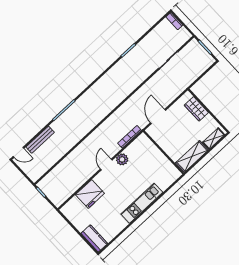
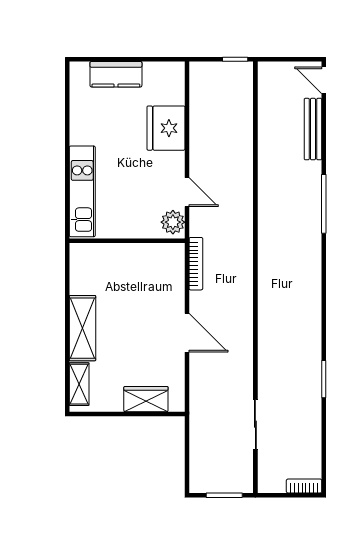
door: (18, 152) -> (324, 80), hinge flipped
wall: (163, 152) -> (127, 241), moved
kitchen counter: (94, 238) -> (116, 74), moved

